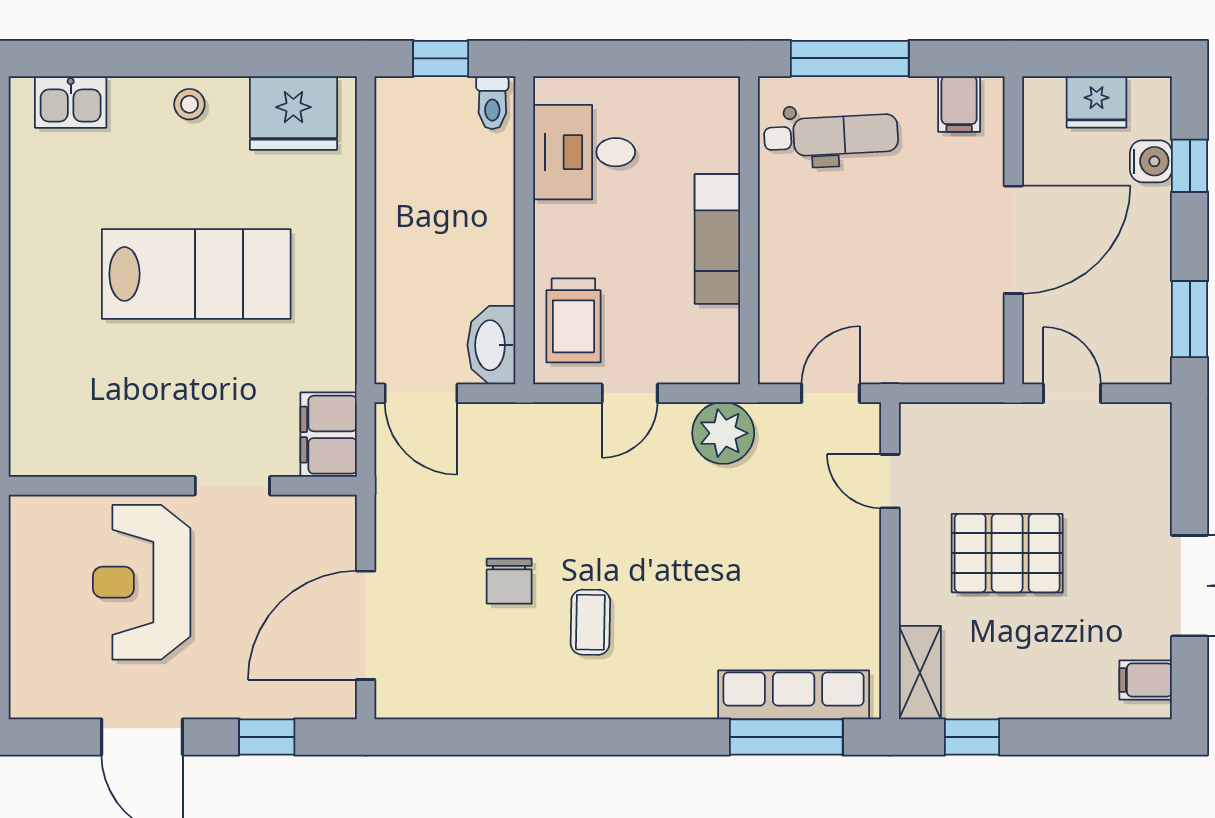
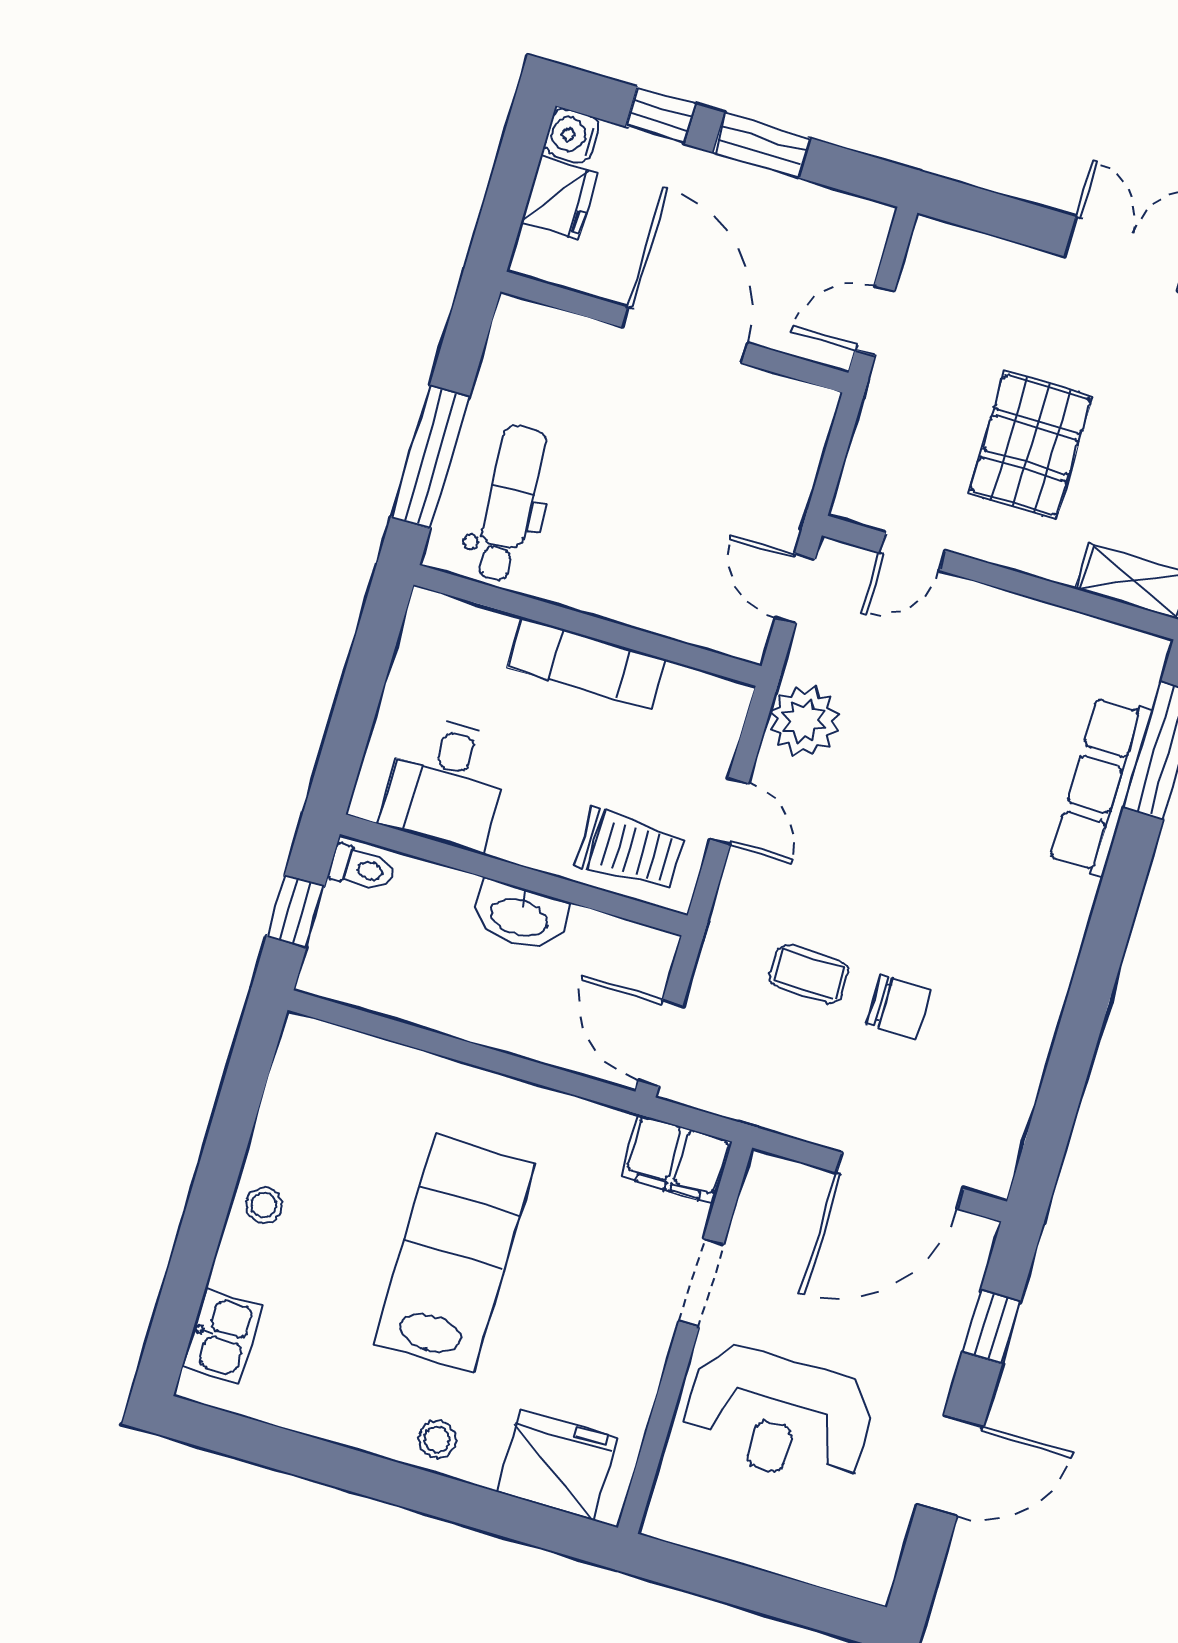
filing cabinet: (959, 104) -> (516, 351), removed
fridge: (293, 113) -> (556, 1465), moved, turned -90
water cooler: (1151, 161) -> (572, 136), moved, turned -90
stool: (38, 305) -> (437, 1439), added
window: (1190, 319) -> (762, 145), moved
washbasin: (491, 345) -> (519, 916), moved
door: (421, 393) -> (661, 1043), swing flipped
coffee table: (590, 622) -> (809, 974), moved
door: (366, 625) -> (900, 1181), hinge flipped
row of seats: (794, 695) -> (1101, 786), moved

